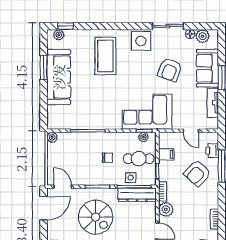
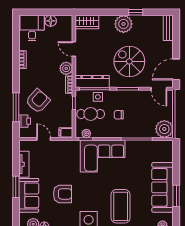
armchair: (170, 70) -> (62, 194), turned 70
corner sofa: (147, 112) -> (103, 156), moved
plant: (52, 137) -> (164, 129), width x1.88, depth x1.88
filing cabinet: (166, 154) -> (66, 133), moved

